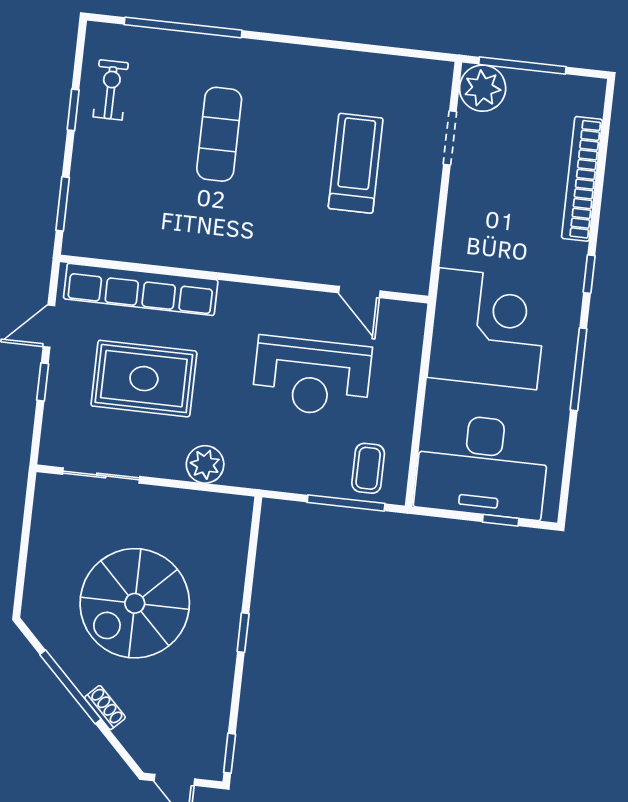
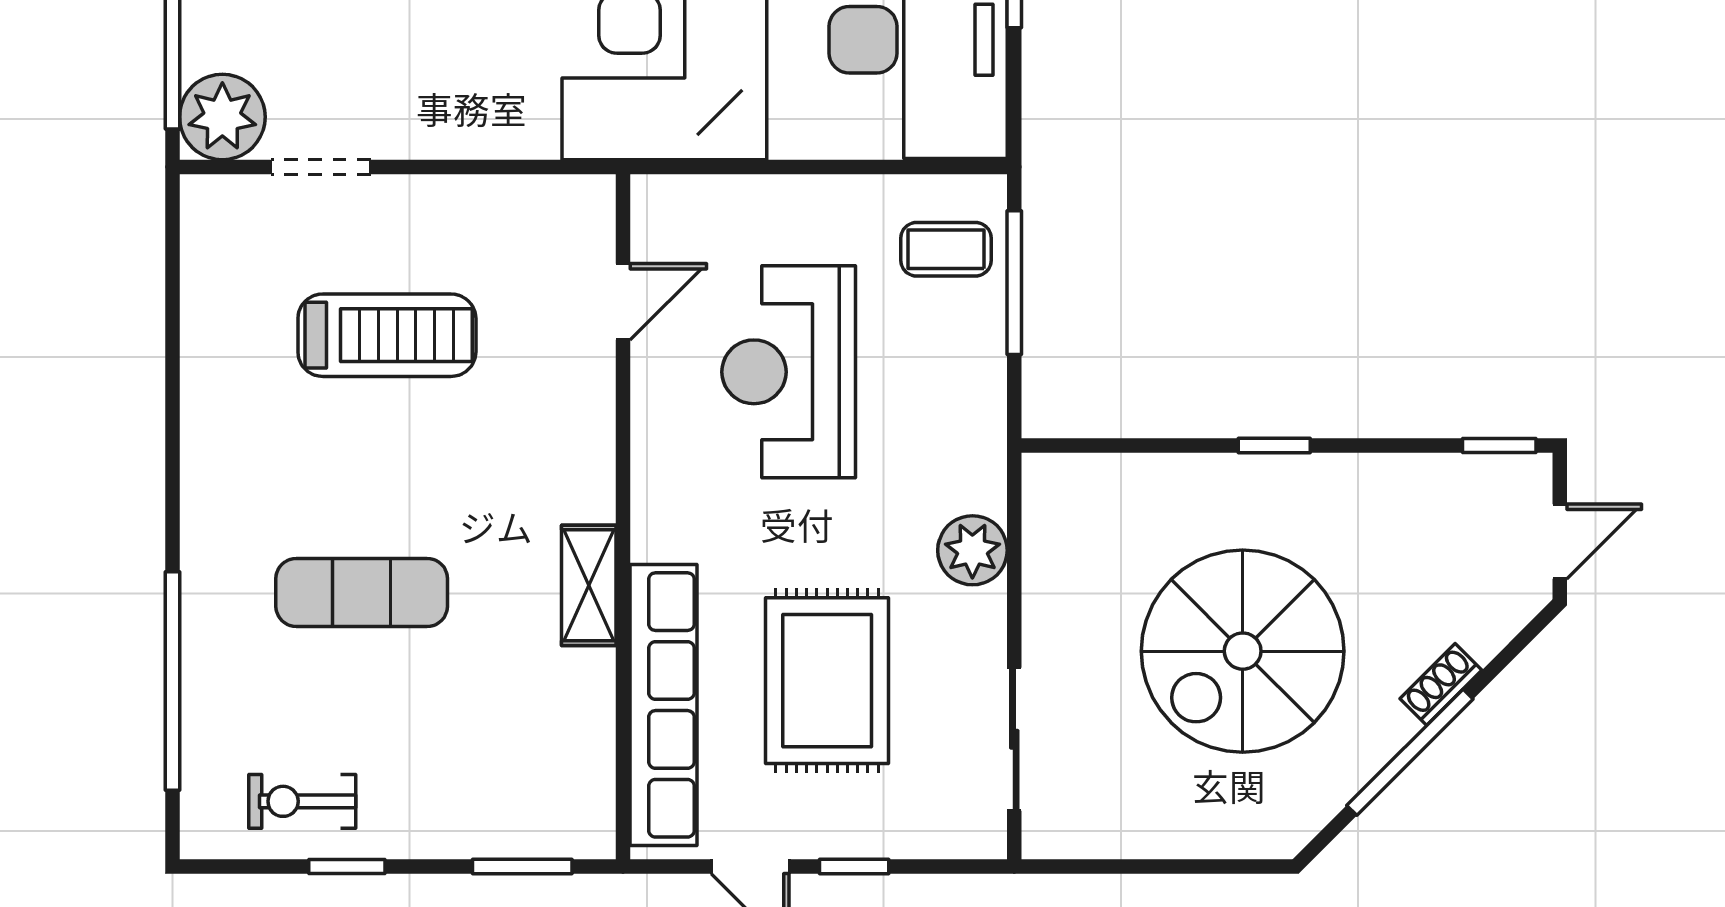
treadmill: (356, 163) -> (387, 335), turned 180
shelving: (209, 256) -> (589, 585), added
reception desk: (312, 377) -> (789, 372), turned 180
spiral stairs: (135, 603) -> (1243, 651), turned 90

